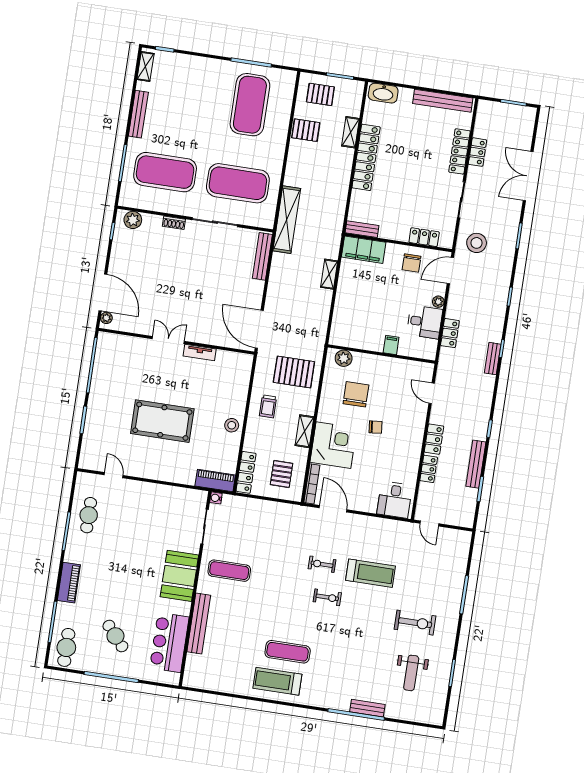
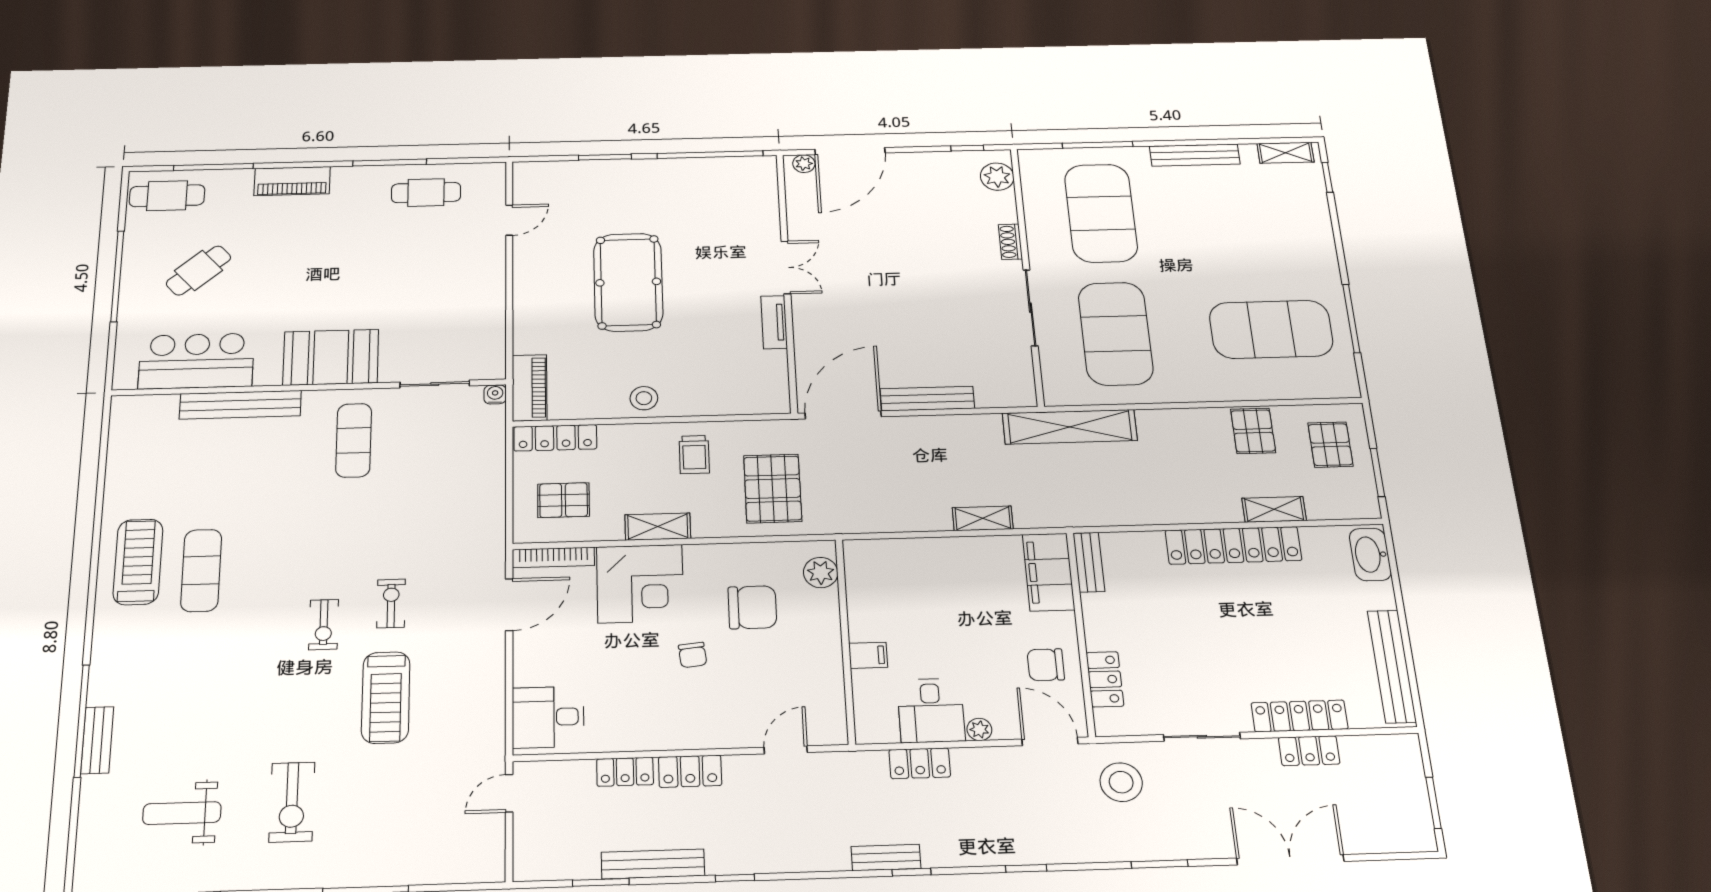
bench: (262, 256) -> (927, 399), moved
trolley: (268, 406) -> (694, 455), turned -90

